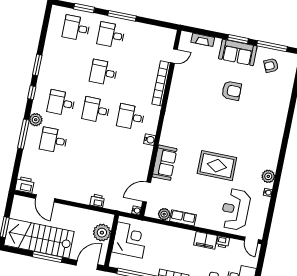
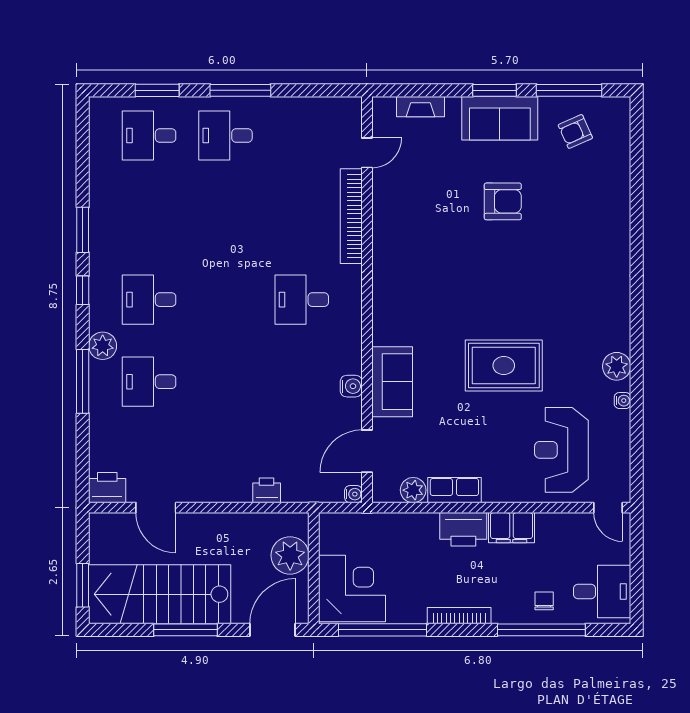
desk: (104, 72) -> (225, 218), removed
desk: (96, 110) -> (225, 300), removed
water cooler: (150, 140) -> (351, 386), moved
corner desk: (130, 240) -> (352, 589), moved
printer: (223, 242) -> (463, 529), moved, width x1.87, depth x1.48

